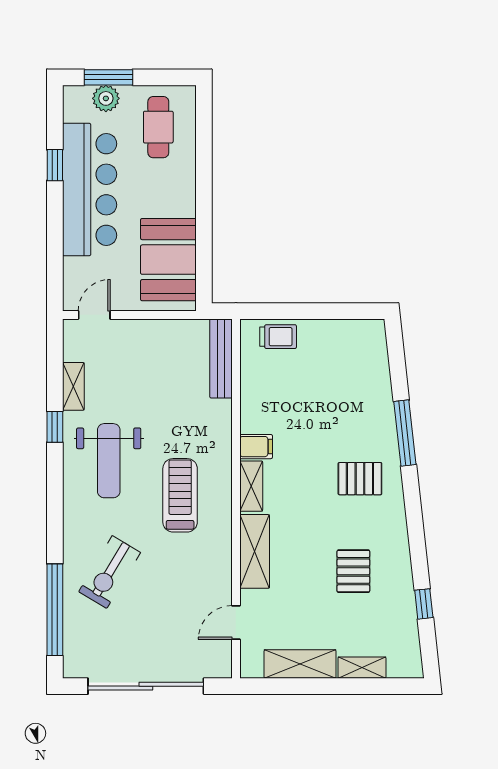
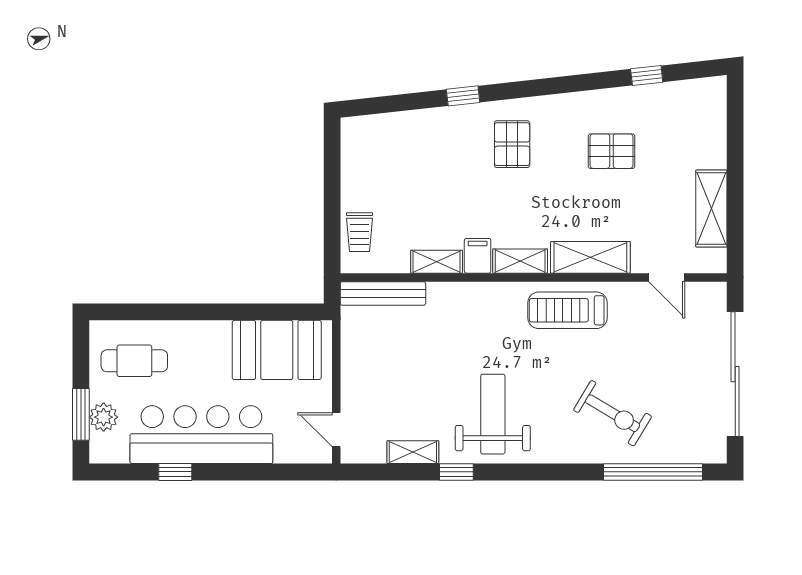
trolley: (278, 337) -> (359, 232), turned 180
window: (405, 433) -> (463, 96), width x0.46
weight bench: (109, 461) -> (493, 414), turned -90
treadmill: (180, 495) -> (568, 310), moved
shelving: (362, 668) -> (437, 262), moved, turned 90

